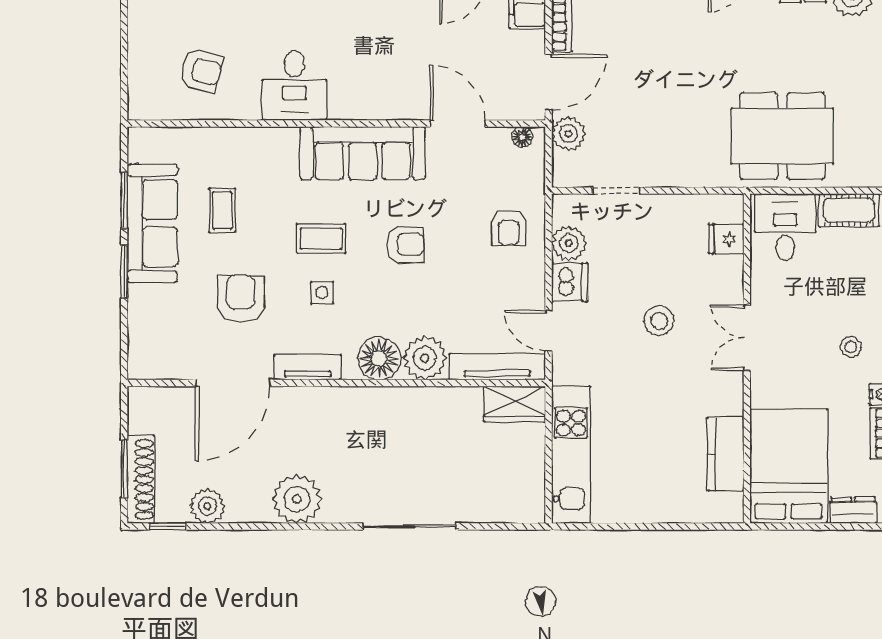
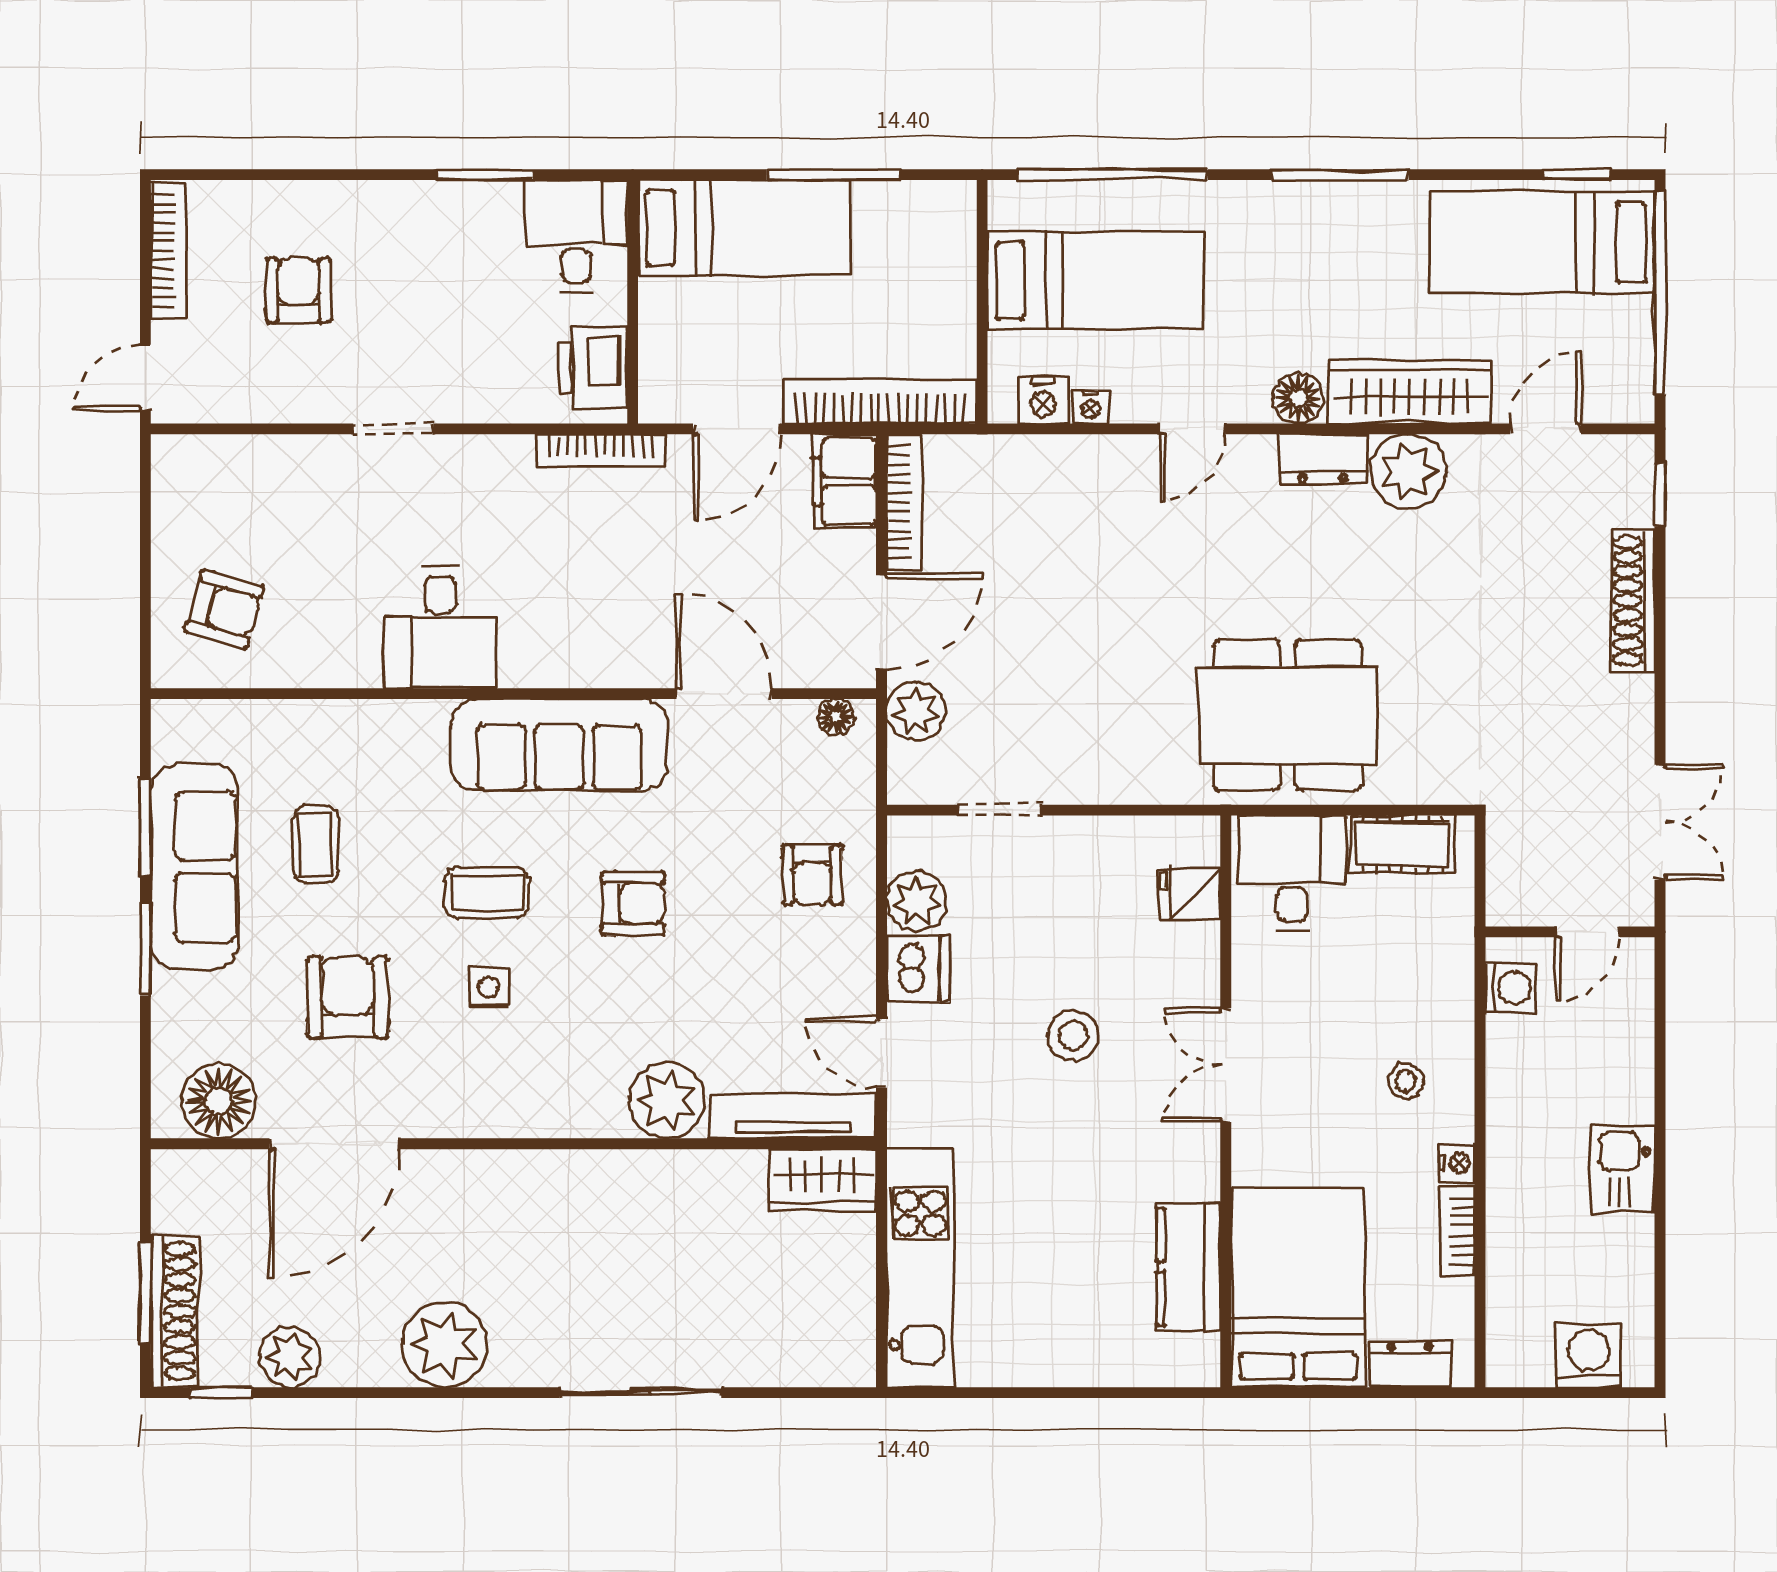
armchair: (201, 70) -> (224, 609), moved
floor lamp: (379, 358) -> (219, 1101), moved
tv unit: (308, 367) -> (463, 1116), removed

